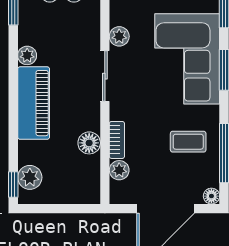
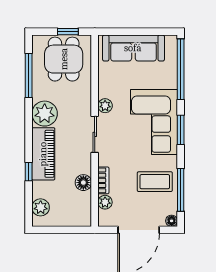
plant: (27, 55) -> (45, 114), width x1.88, depth x1.88
coffee table: (188, 142) -> (155, 182), width x1.36, depth x1.30
window: (13, 184) -> (29, 172), moved

